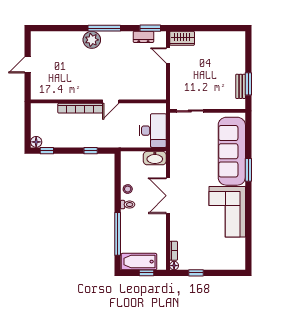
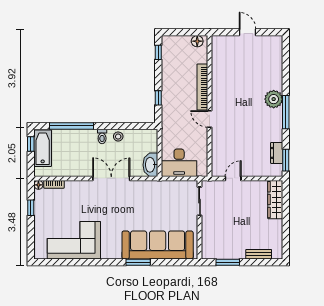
wardrobe: (182, 38) -> (275, 200), width x1.50
door: (168, 55) -> (233, 178), moved
bench: (241, 86) -> (259, 254), moved
floor lamp: (36, 142) -> (197, 41), moved
corner sofa: (227, 212) -> (74, 240), moved
window: (146, 273) -> (31, 144), moved

